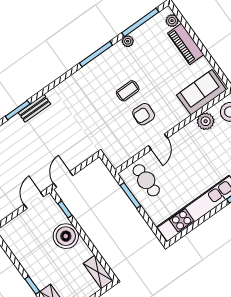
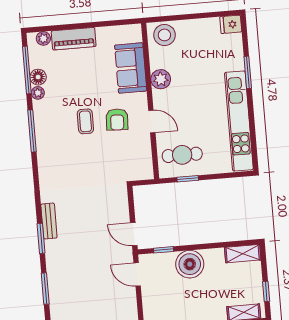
floor lamp: (140, 34) -> (38, 77), added
sofa: (201, 92) -> (131, 68), moved
plant: (206, 121) -> (161, 79), moved
window: (130, 196) -> (188, 179), width x0.67

